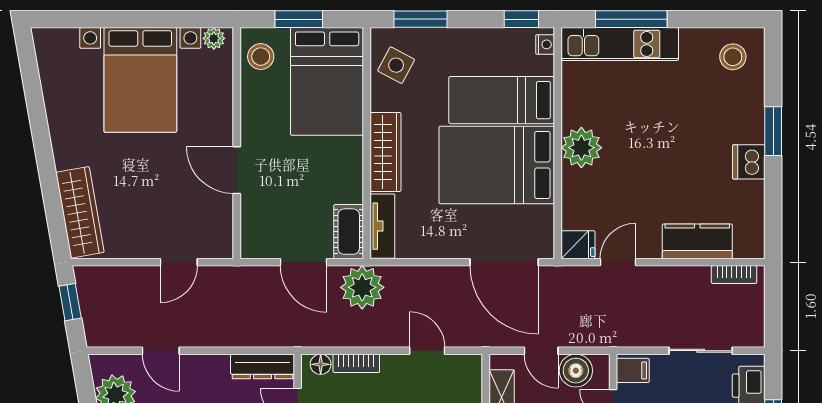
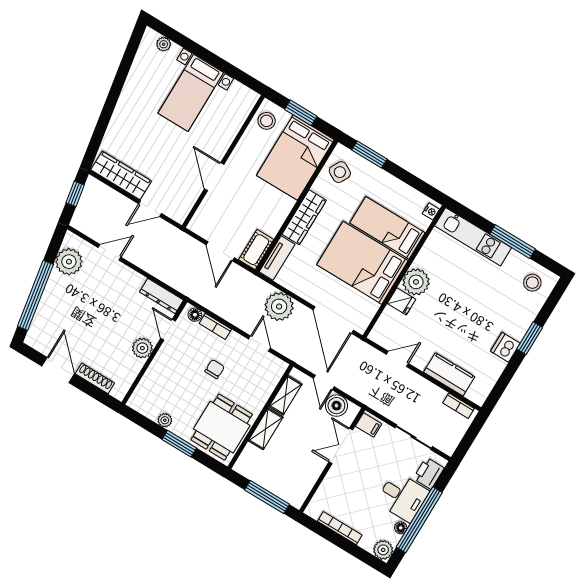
window: (521, 19) -> (426, 189), removed
window: (631, 19) -> (513, 242), moved
plant: (214, 38) -> (164, 44), moved
bed with nightstands: (140, 80) -> (191, 93), width x0.73
wardrobe: (80, 212) -> (121, 175), moved, turned -80
fridge: (578, 245) -> (401, 301), moved
plant: (362, 287) -> (279, 307), moved
door: (161, 351) -> (110, 252), swing flipped

